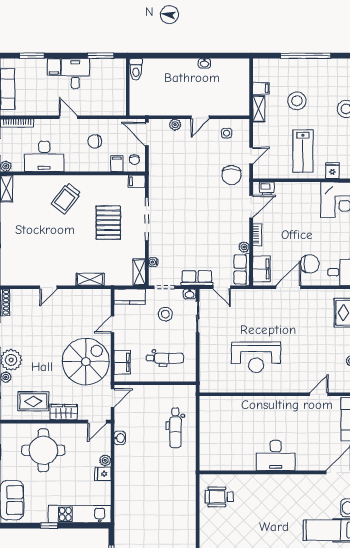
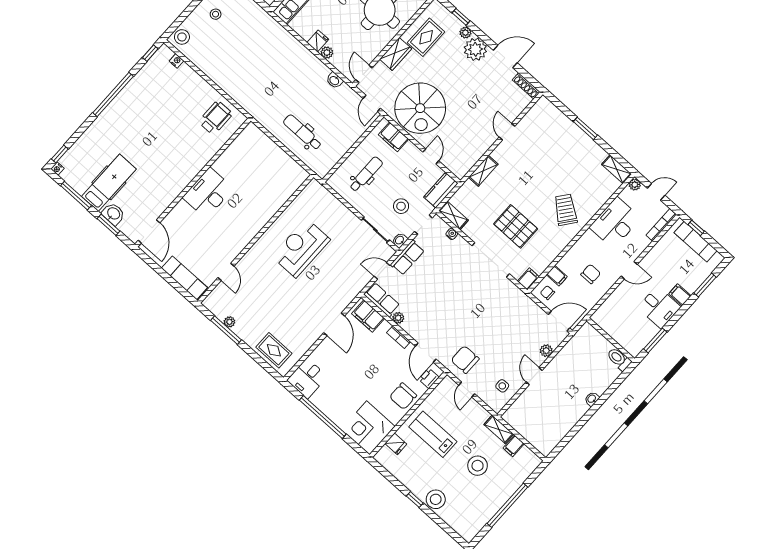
washbasin: (204, 63) -> (592, 399), moved
chair: (310, 264) -> (403, 396), moved
dental chair: (165, 358) -> (366, 174), turned 180

